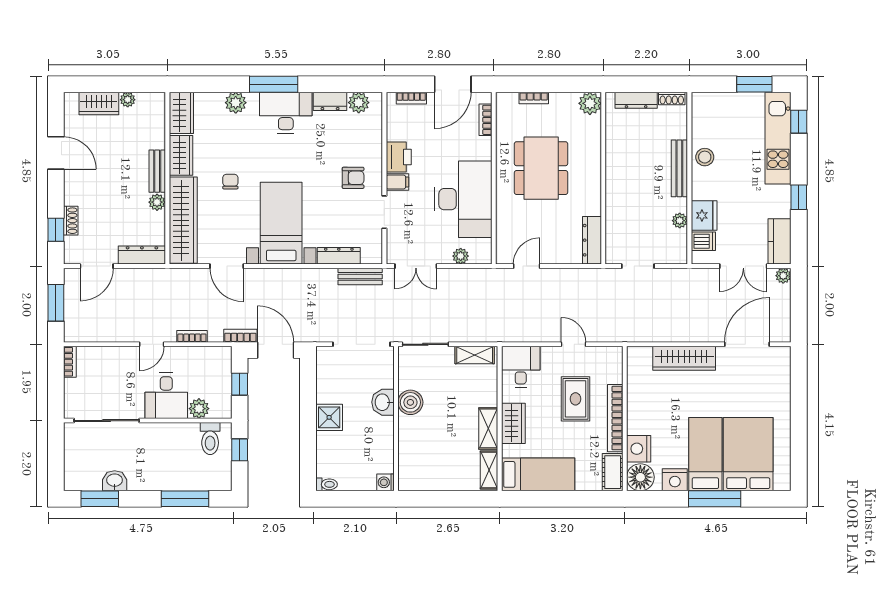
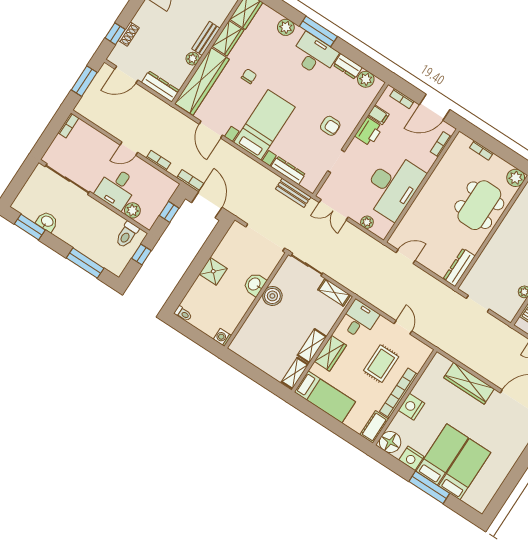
dining table: (541, 168) -> (479, 205), moved
filing cabinet: (397, 182) -> (379, 115), moved
nightstand: (639, 449) -> (412, 407), moved
bed: (748, 454) -> (465, 469), width x0.67

